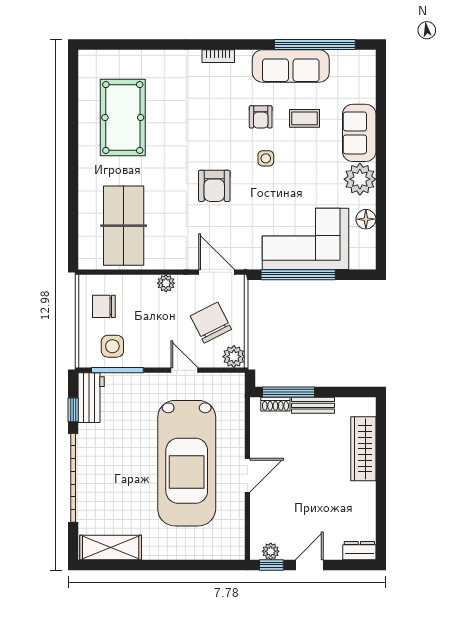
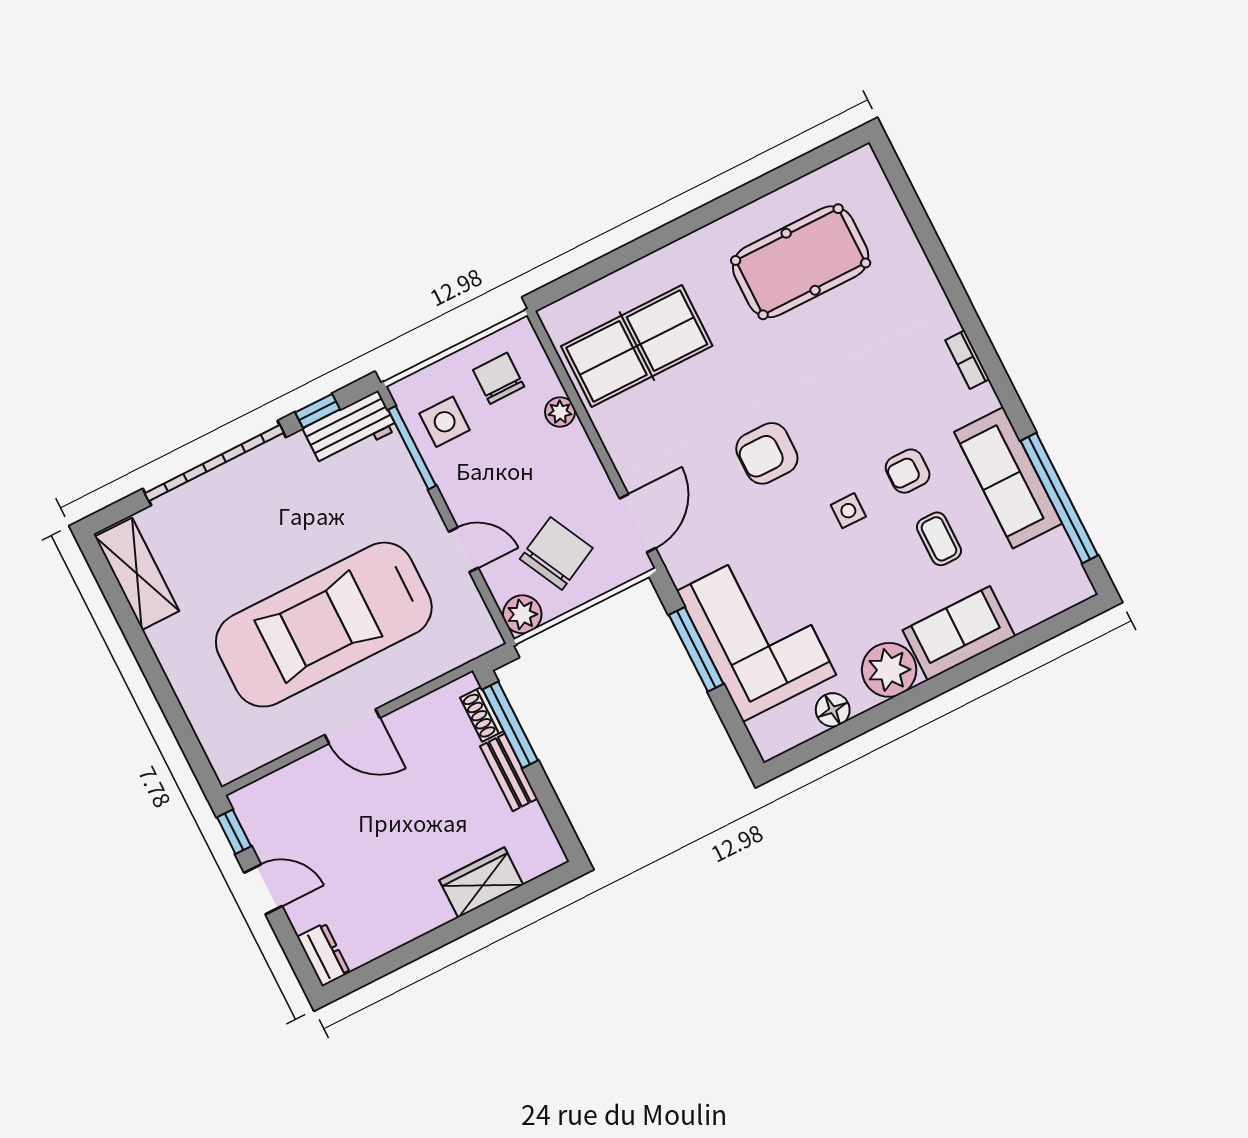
window: (298, 275) -> (696, 649), width x0.68
plant: (166, 283) -> (560, 412), moved
door: (184, 370) -> (464, 550), hinge flipped
wardrobe: (363, 449) -> (481, 882), width x0.67
plant: (271, 551) -> (254, 820), removed

